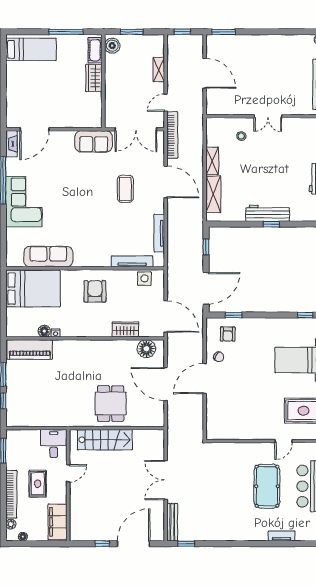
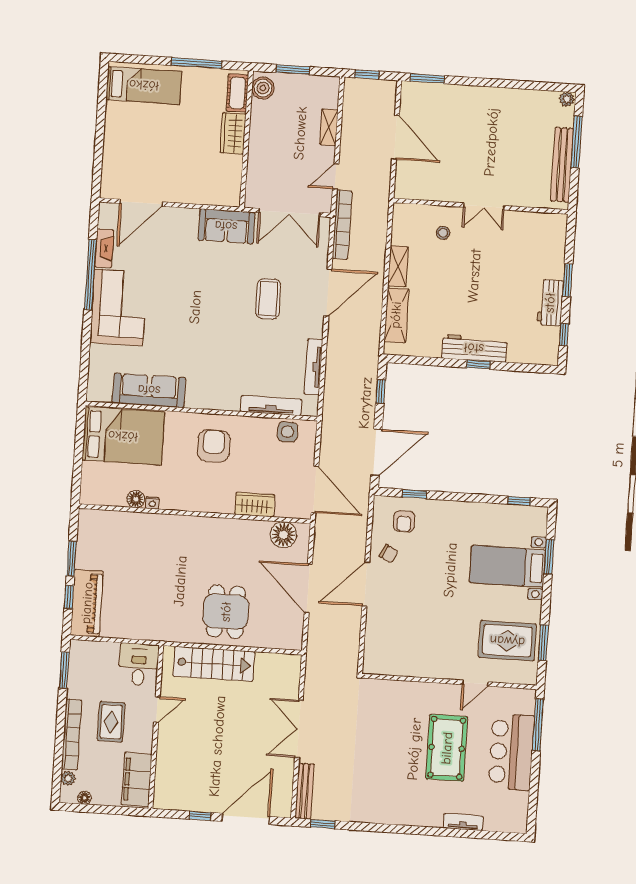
fireplace: (11, 144) -> (104, 248), moved
door: (166, 182) -> (328, 292), hinge flipped
piano: (30, 350) -> (87, 603), moved, turned -90

